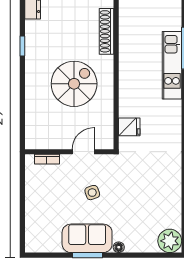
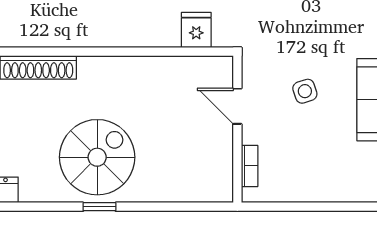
window: (22, 46) -> (99, 207), moved
spiral stairs: (74, 84) -> (97, 157), moved, turned 90

